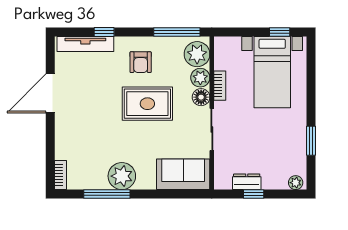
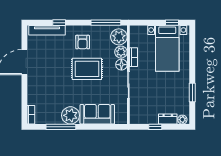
sofa: (183, 174) -> (97, 114), moved
dresser: (247, 182) -> (168, 119), moved

